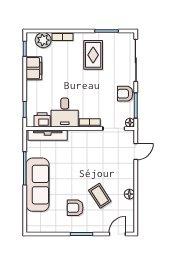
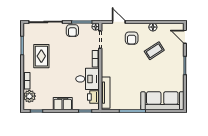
rug: (93, 55) -> (41, 56), turned 90
filing cabinet: (34, 68) -> (63, 104), moved
sofa: (37, 185) -> (162, 101), moved
armchair: (75, 208) -> (132, 38), moved

